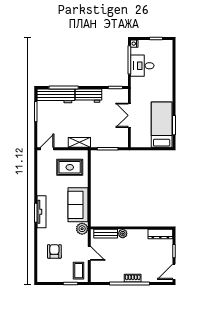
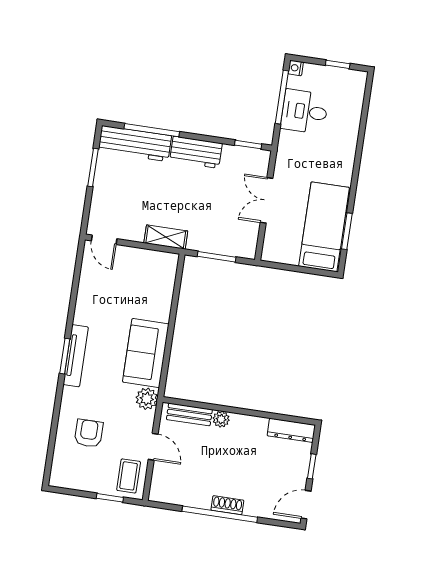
door: (47, 149) -> (104, 240), swing flipped
rug: (70, 167) -> (141, 281), removed

